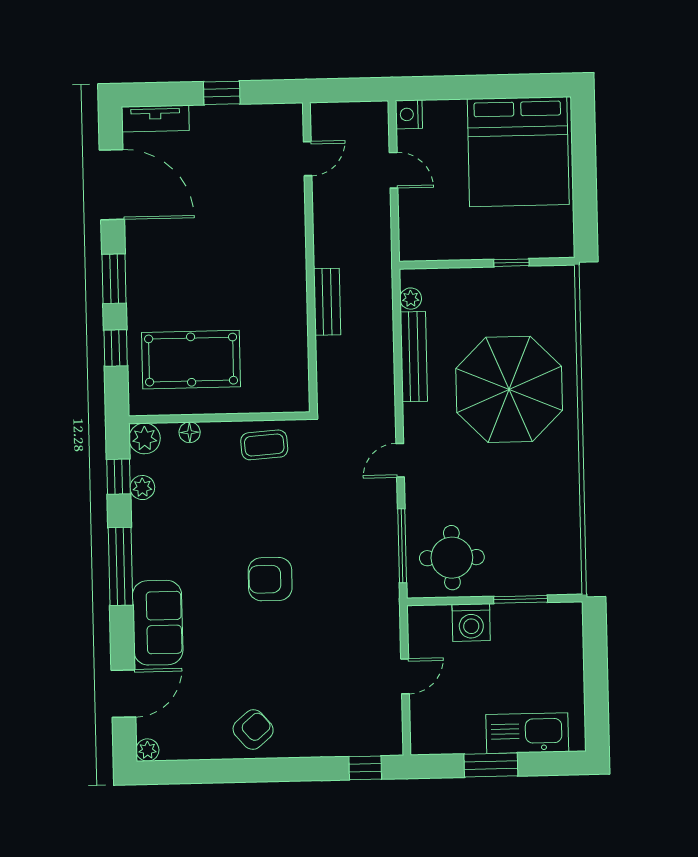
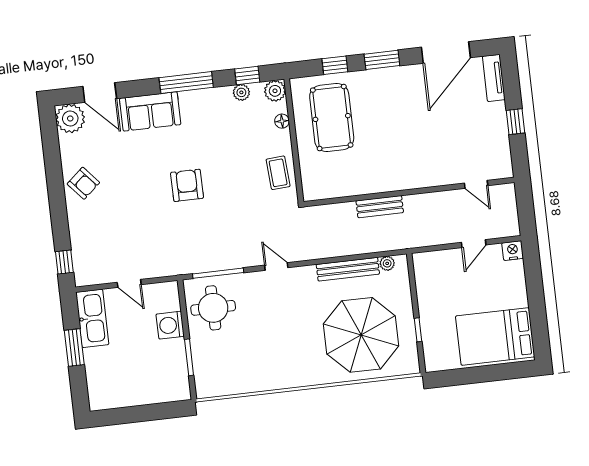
bed: (518, 152) -> (495, 336), width x0.73
parasol: (509, 389) -> (361, 335), moved
kitchen sink: (527, 733) -> (92, 318), moved
plant: (147, 750) -> (70, 118), width x1.88, depth x1.88

